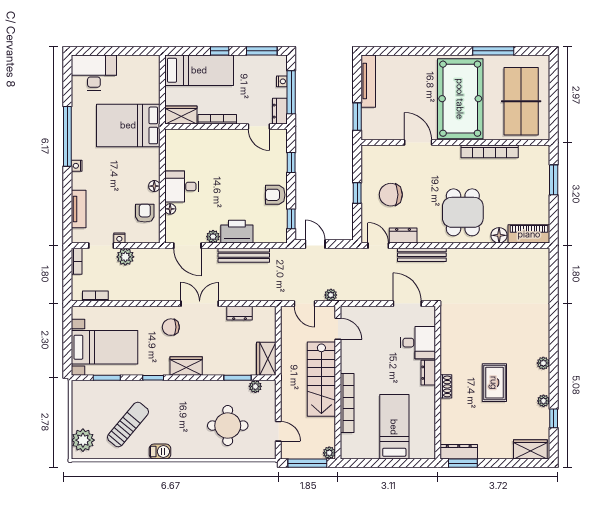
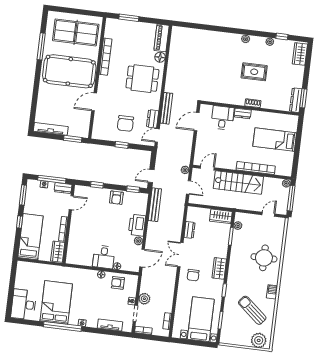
bed: (128, 125) -> (56, 302), moved, turned 180
bench: (244, 255) -> (155, 205), moved
door: (304, 304) -> (189, 187), hinge flipped
round table: (228, 426) -> (264, 258), moved

